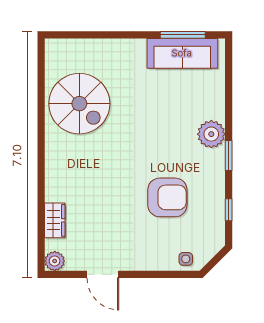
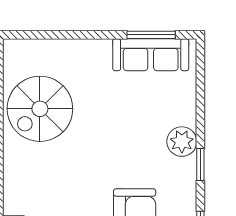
spiral stairs: (79, 104) -> (40, 109), turned 90

